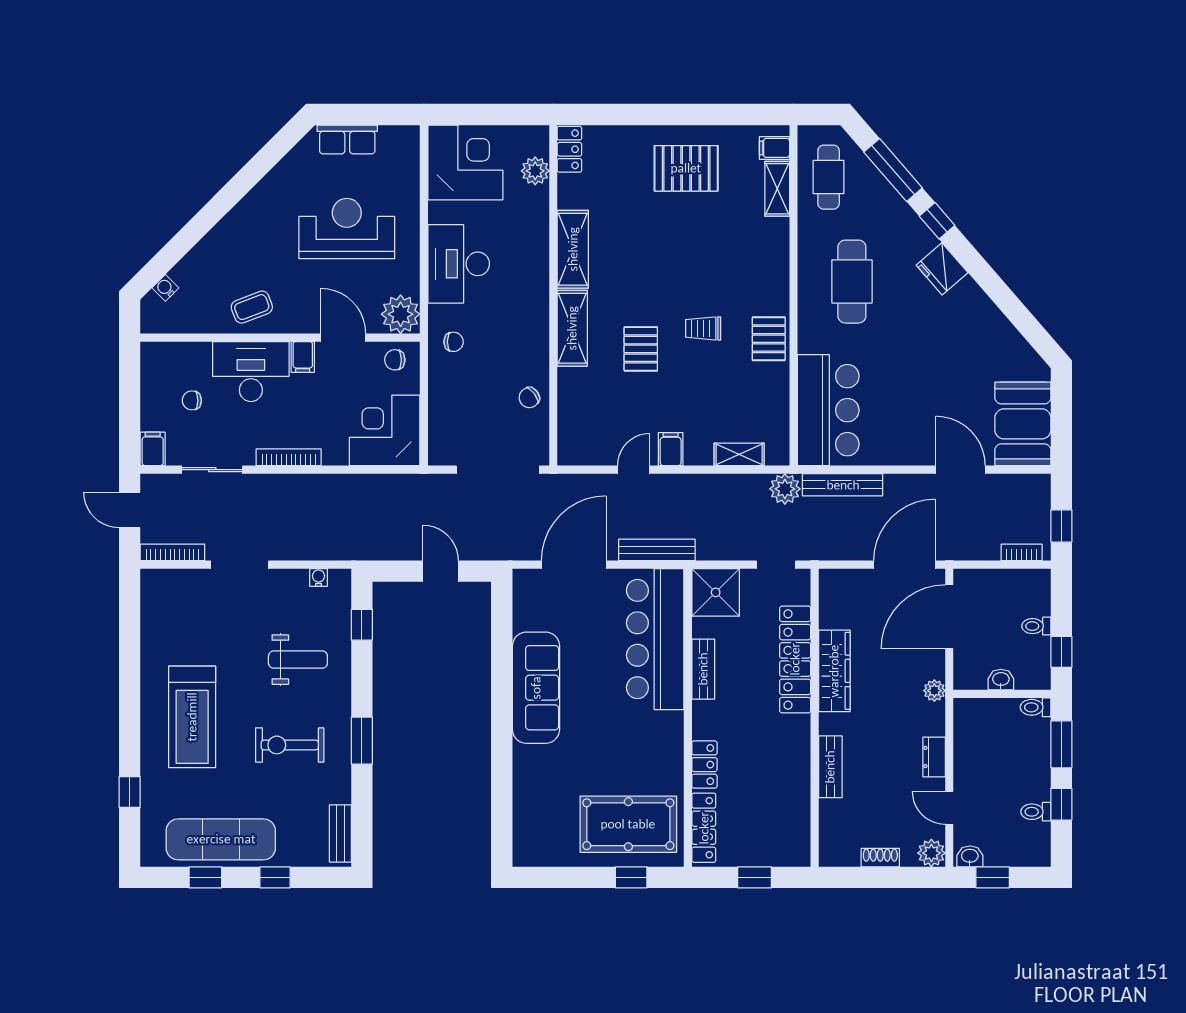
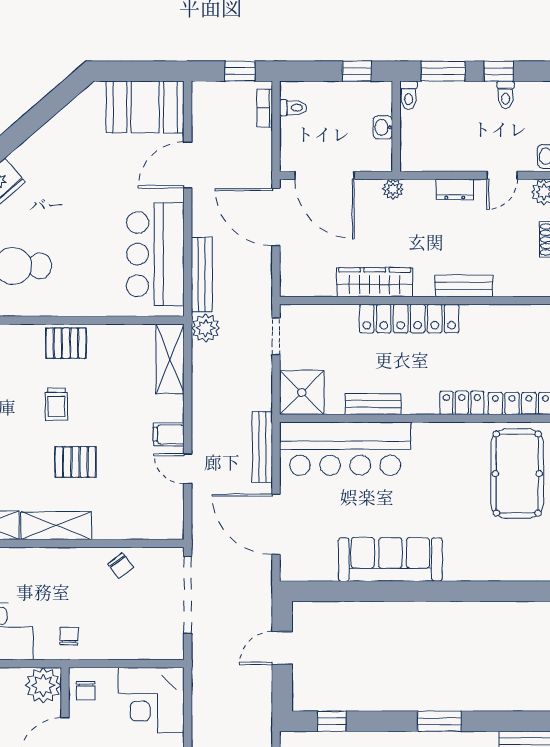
bar counter: (828, 410) -> (155, 254), moved, turned -90
shelving: (739, 454) -> (170, 359), width x1.50, depth x1.33
toilet: (1036, 626) -> (293, 108), moved, turned -90
locker: (795, 659) -> (409, 319), moved

